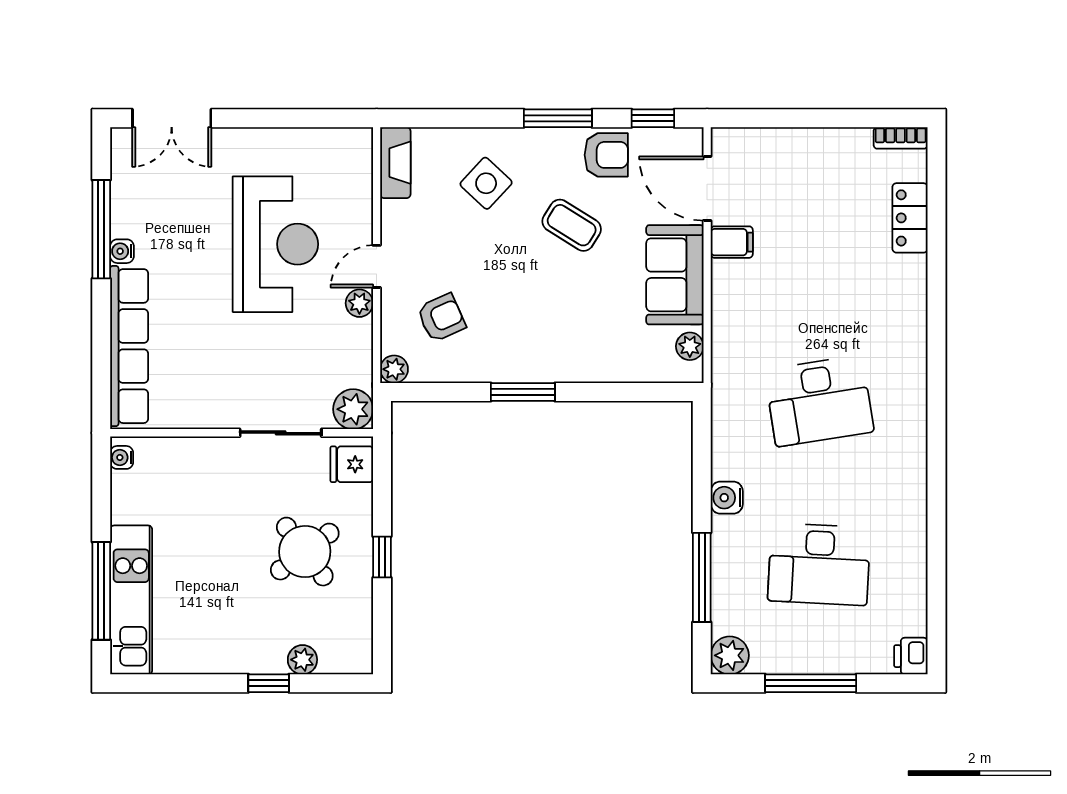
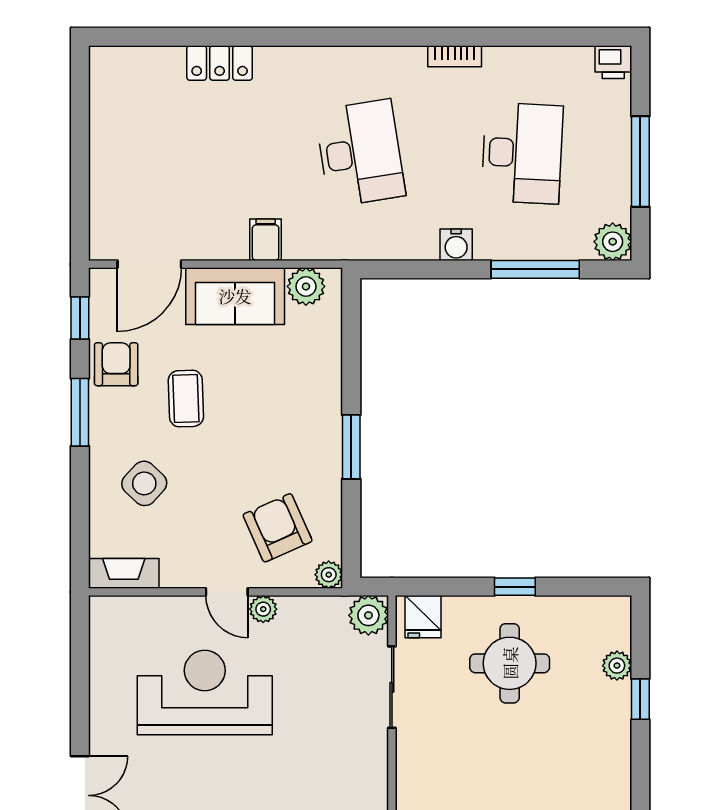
bookcase: (901, 138) -> (455, 56), moved, turned 90
locker: (910, 218) -> (220, 63), moved
coffee table: (572, 225) -> (186, 399), turned -34
filing cabinet: (732, 242) -> (266, 240), moved
armchair: (441, 318) -> (278, 528), width x1.38, depth x1.38
plant: (690, 346) -> (306, 286), width x1.38, depth x1.38
round table: (305, 552) -> (510, 663), turned 37

